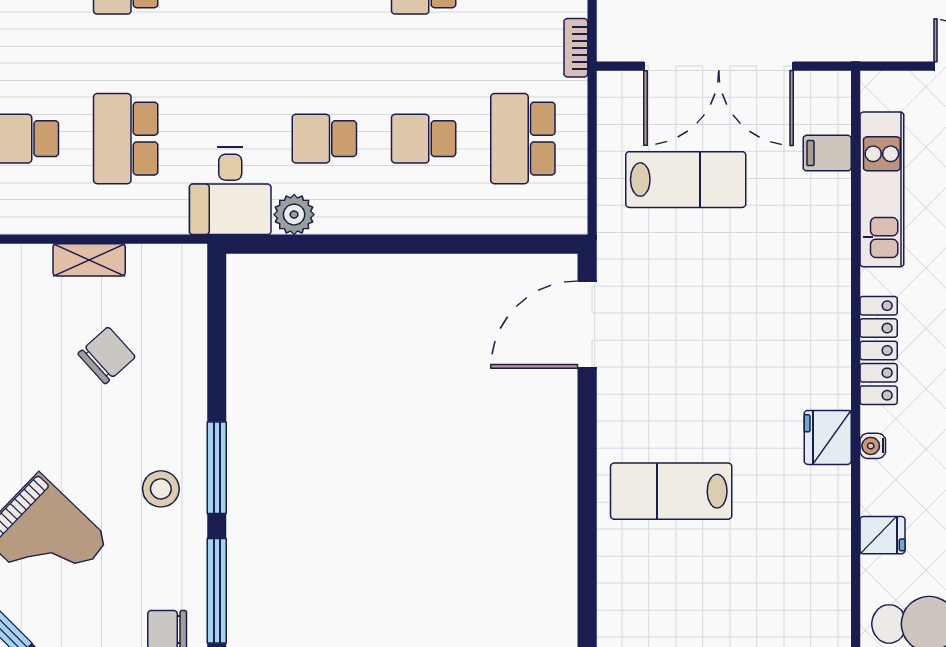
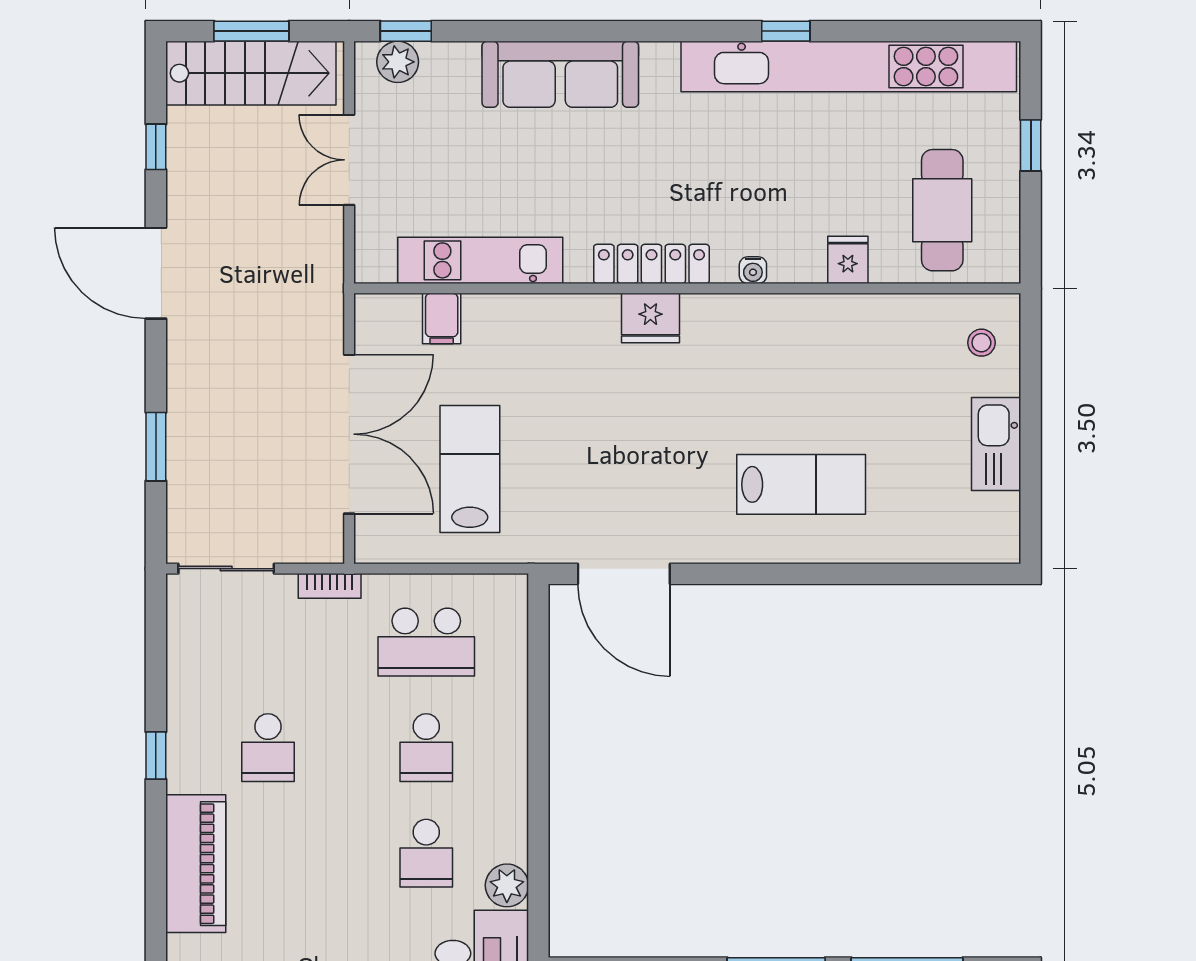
fridge: (828, 437) -> (650, 318), moved
lab bench: (671, 491) -> (801, 484), turned -90

